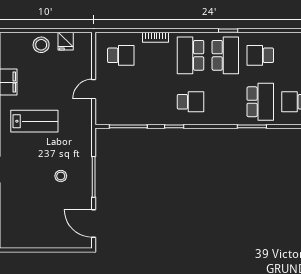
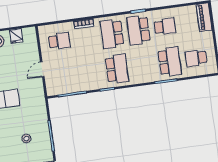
school desk: (225, 55) -> (138, 30), turned 180
school desk: (260, 55) -> (165, 26), turned 180
school desk: (191, 102) -> (117, 69), width x1.85

